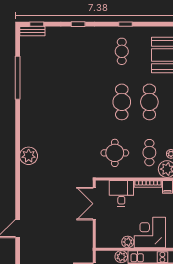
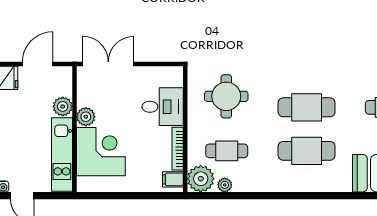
double door: (94, 204) -> (108, 64), moved

